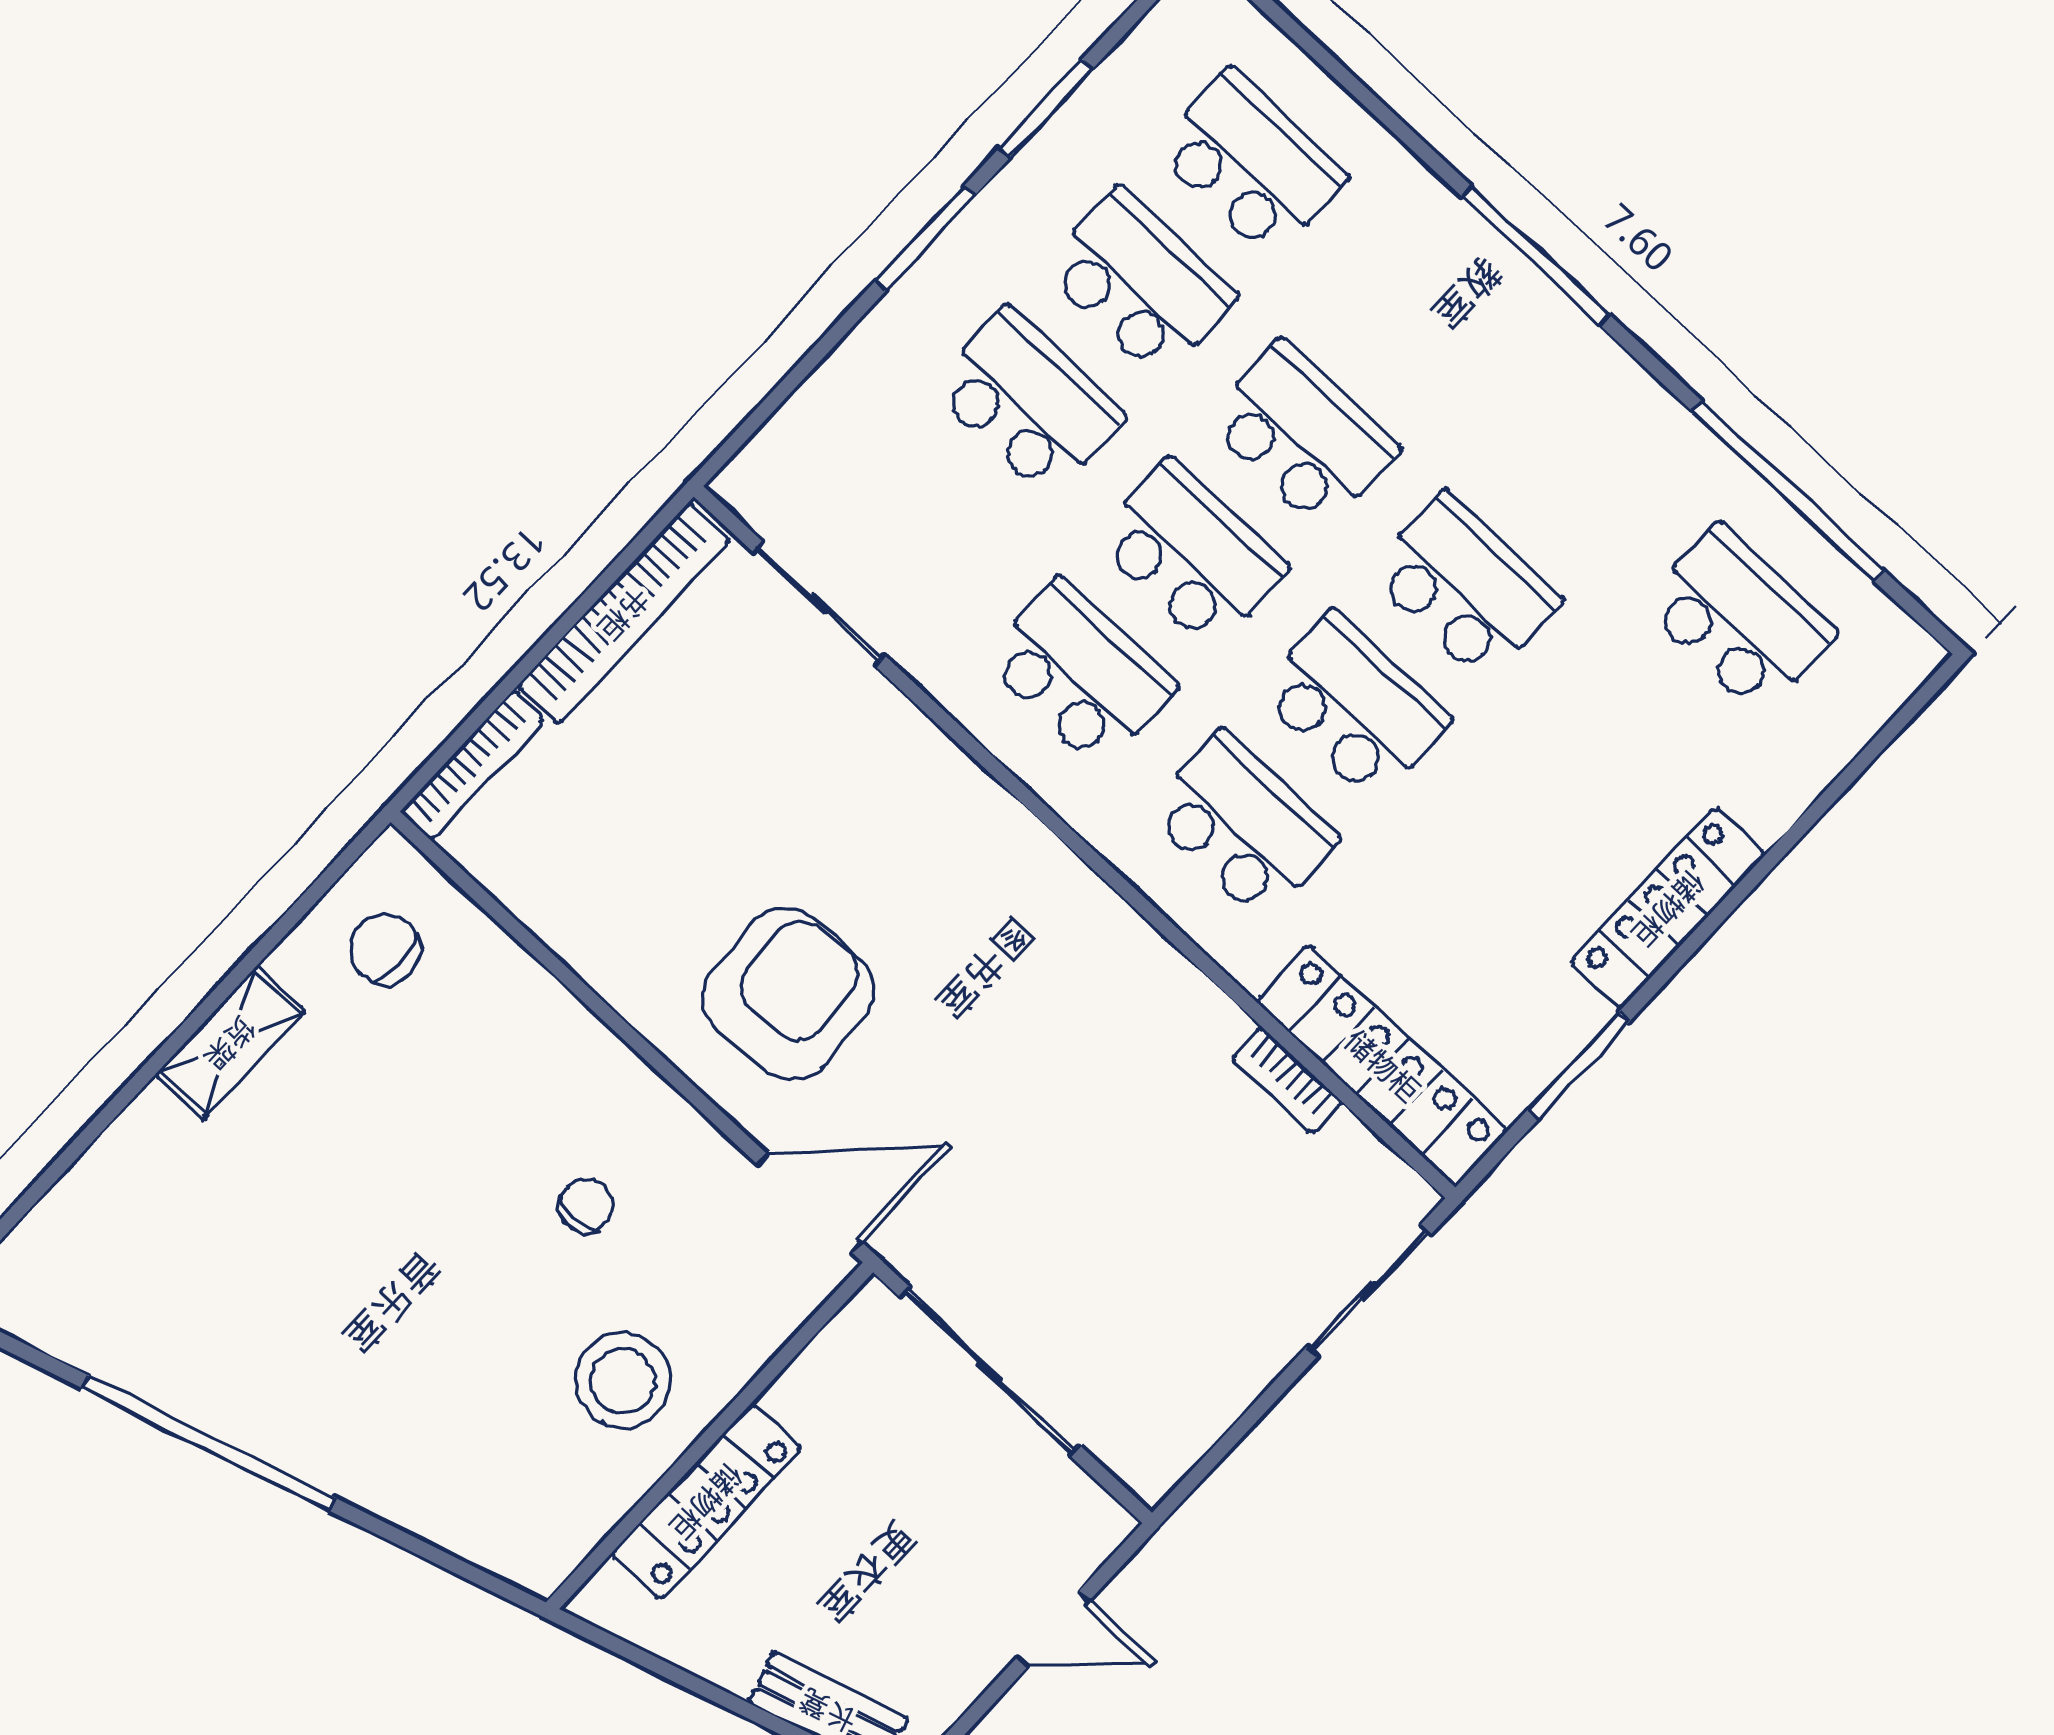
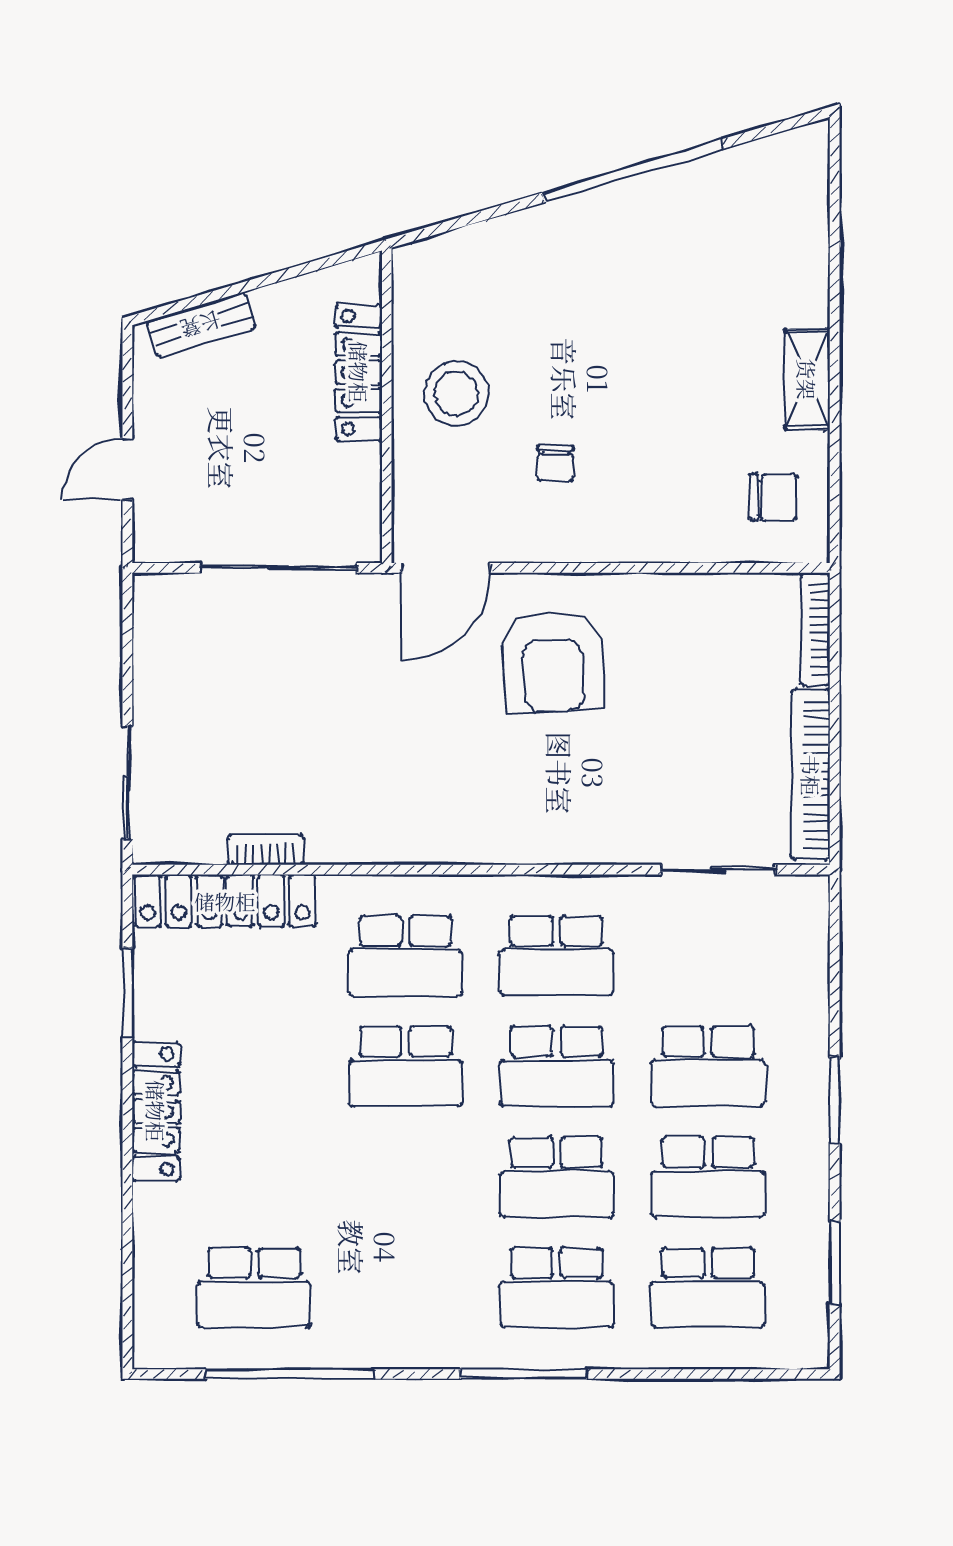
window: (1046, 108) -> (835, 1263), moved
school desk: (1465, 587) -> (557, 1288), moved

